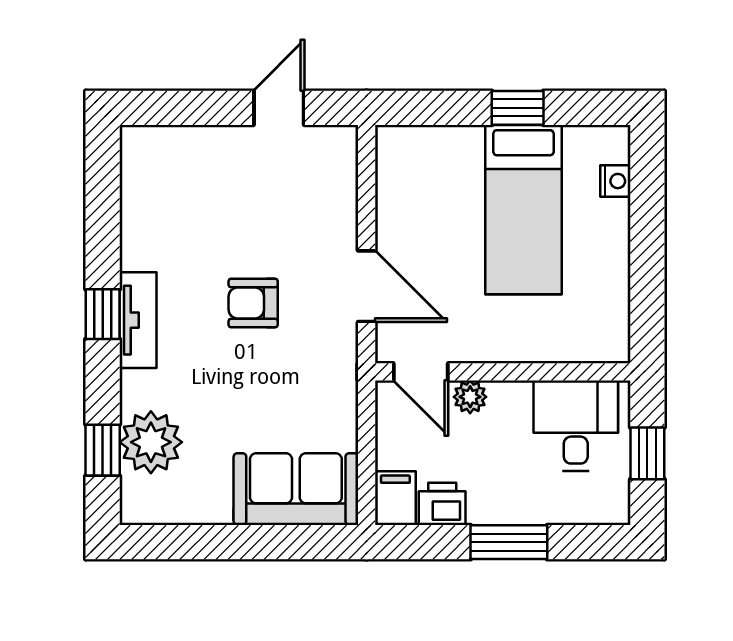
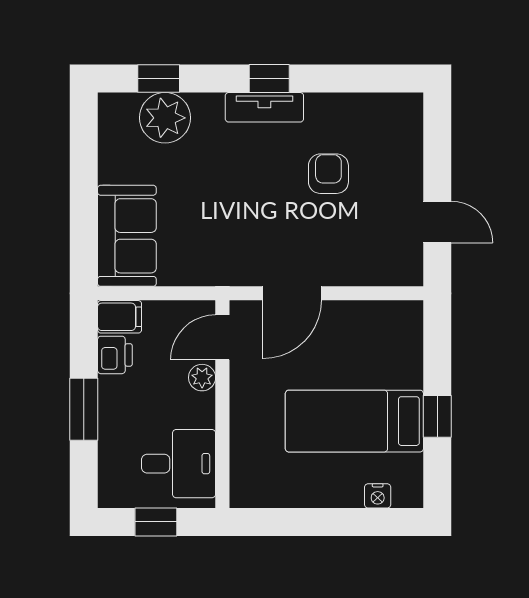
armchair: (253, 303) -> (328, 174), moved

